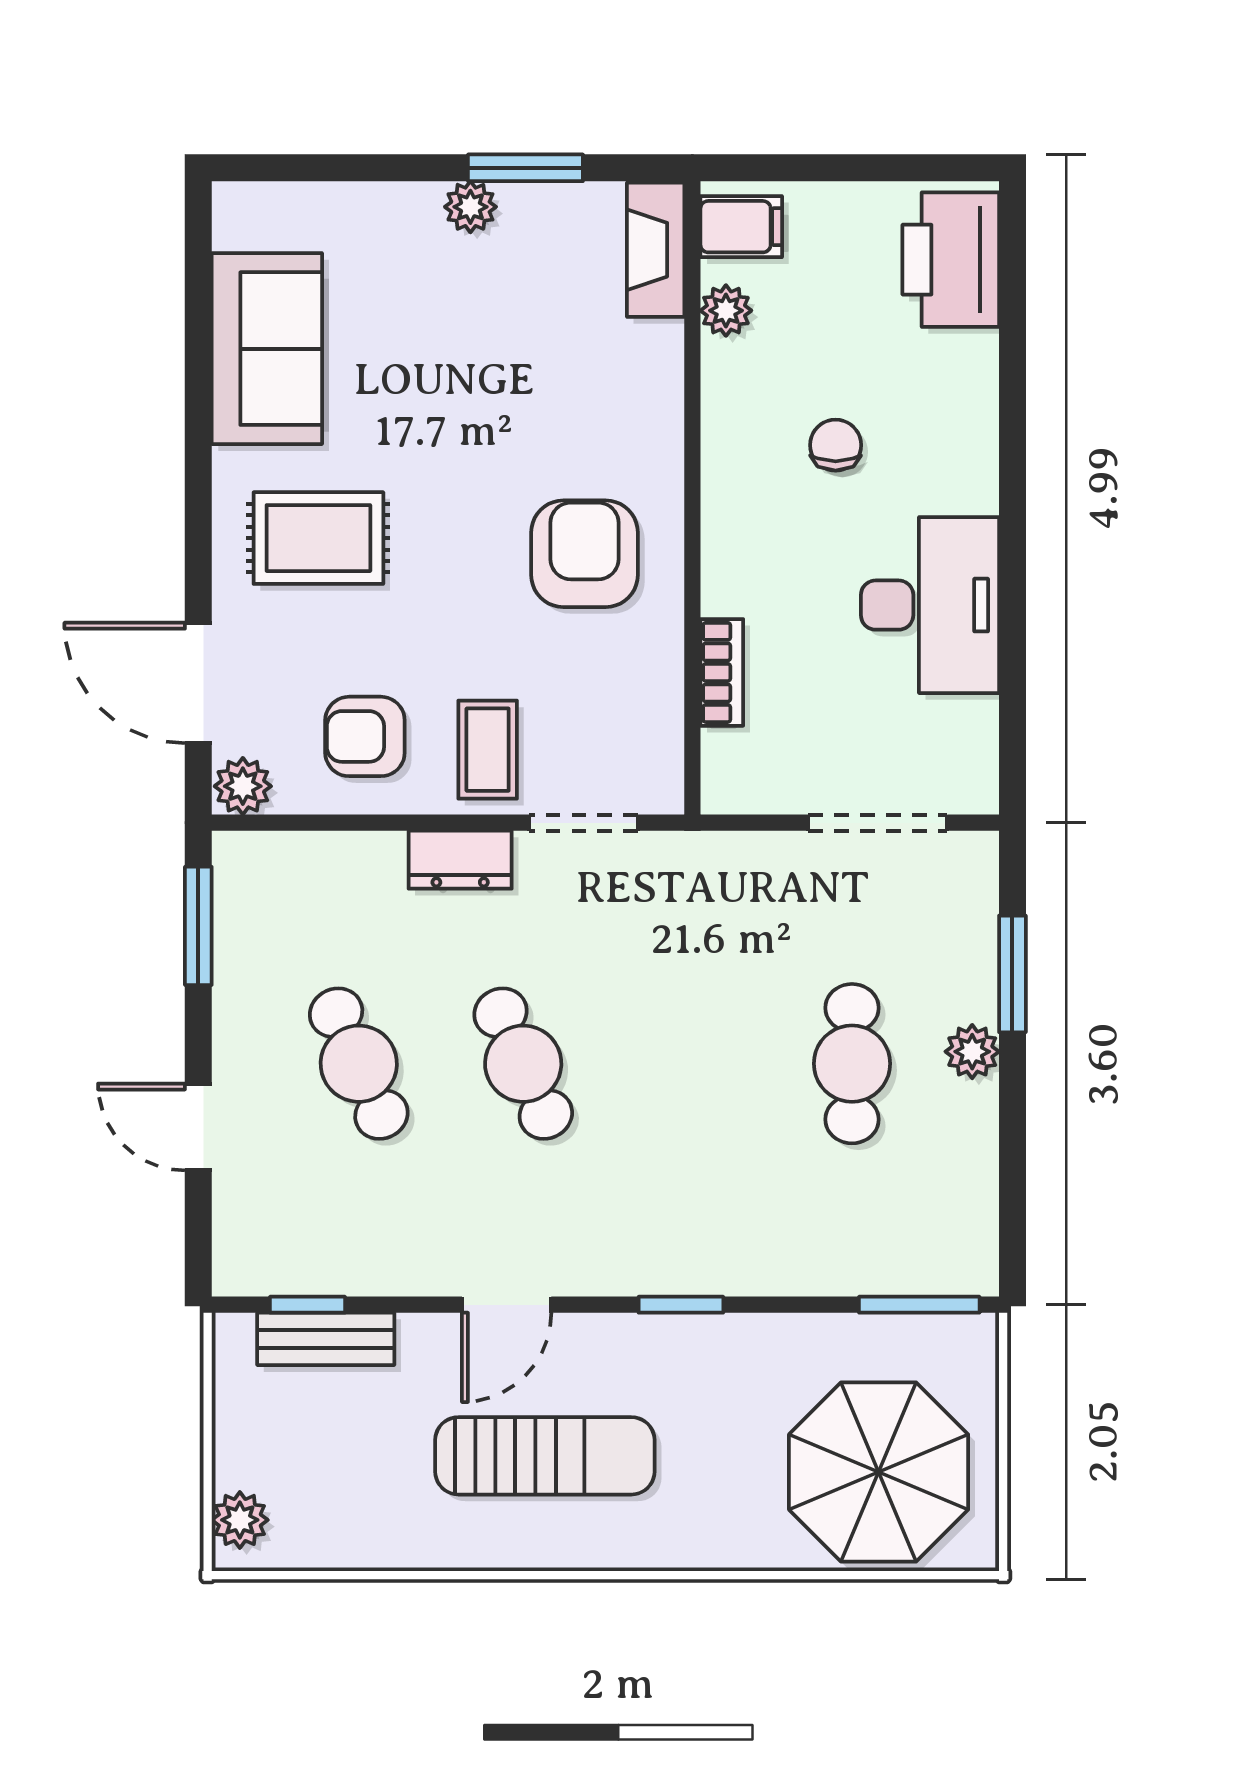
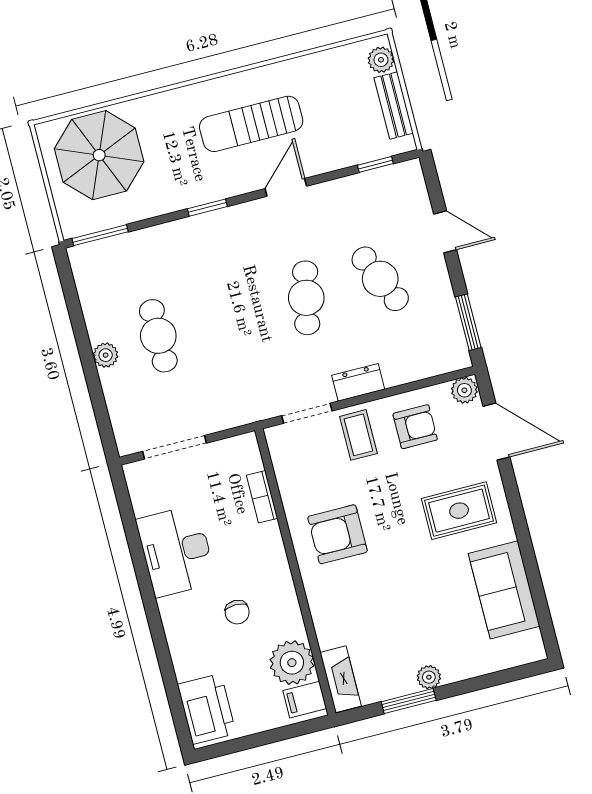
plant: (726, 311) -> (292, 663), width x1.88, depth x1.88
armchair: (585, 554) -> (338, 534), turned 90
window: (1012, 974) -> (96, 395), removed
cafe table: (523, 1064) -> (306, 298), turned 36
bench: (326, 1339) -> (394, 105), moved, turned 90

